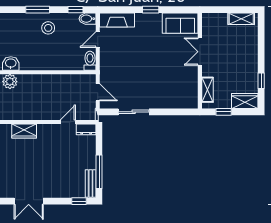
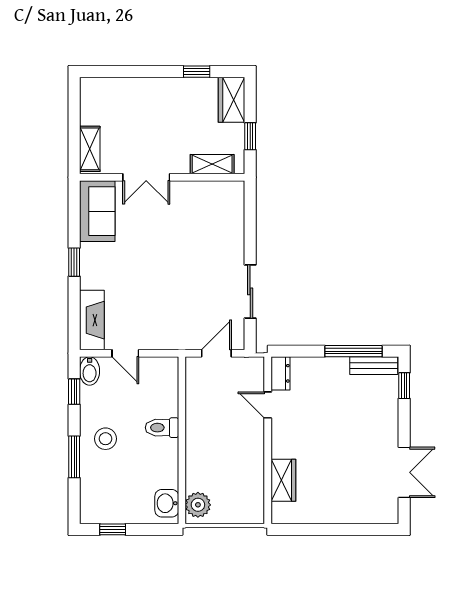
shelving: (241, 19) -> (90, 149), moved
toilet: (90, 61) -> (162, 428), moved

